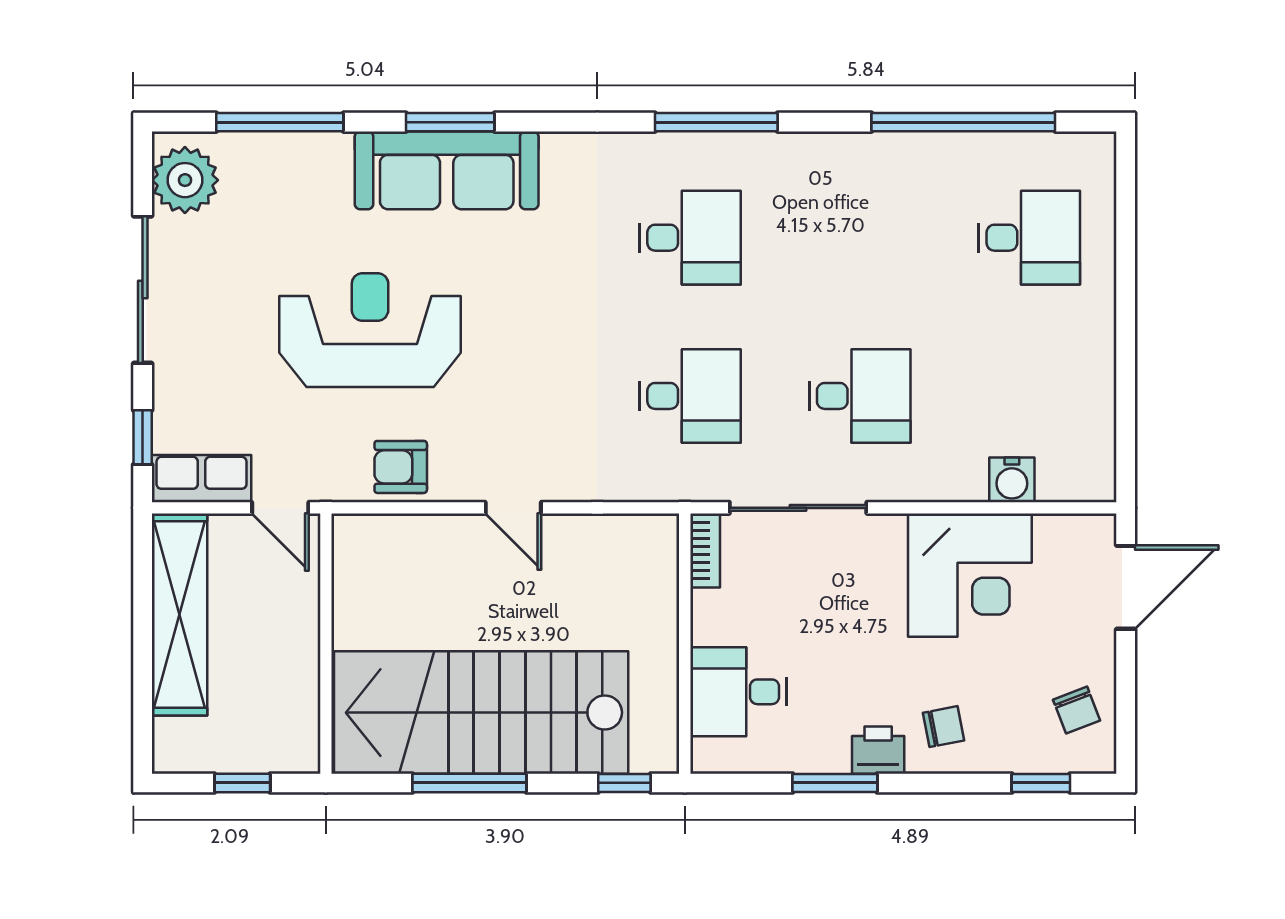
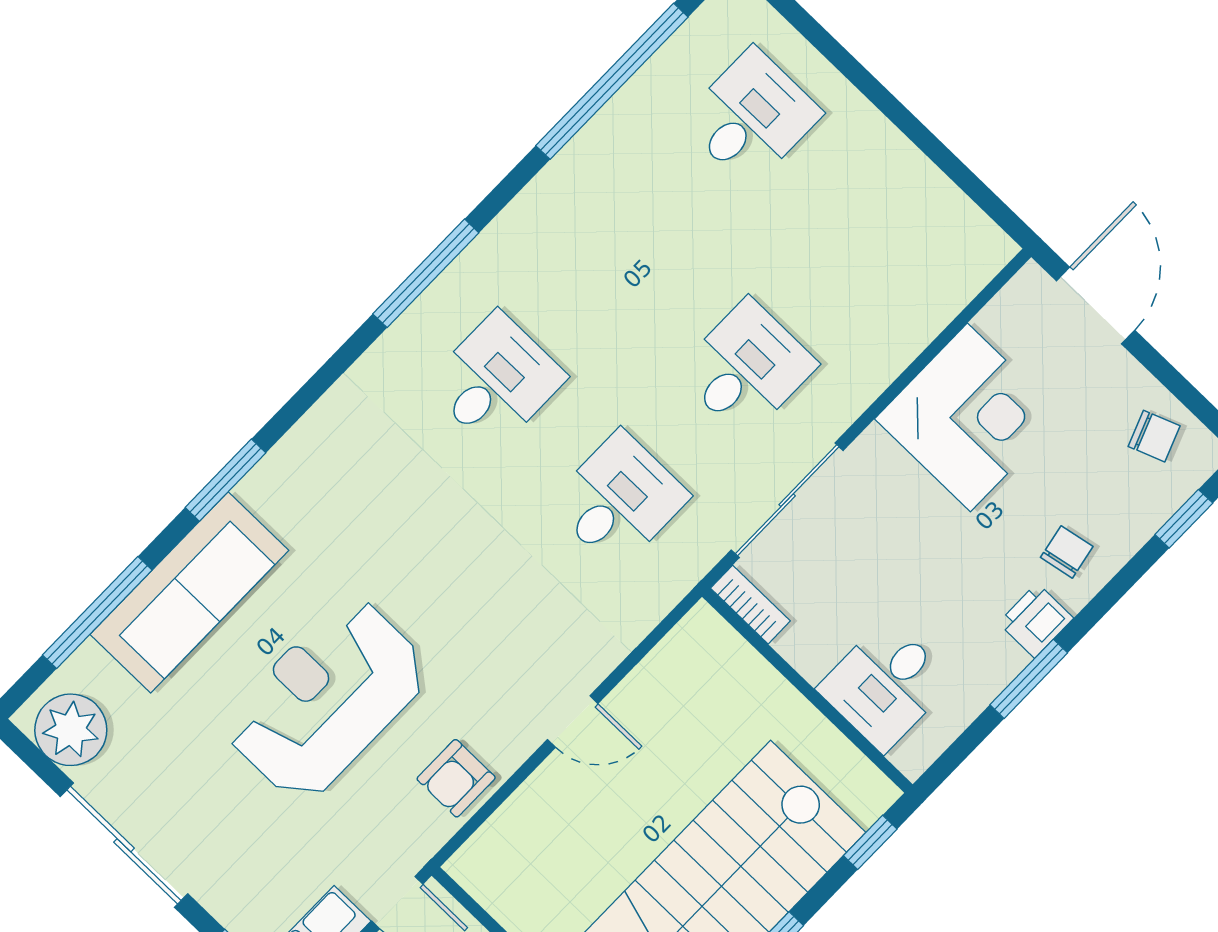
sofa: (447, 170) -> (189, 592), moved
water cooler: (1012, 480) -> (926, 313), removed

